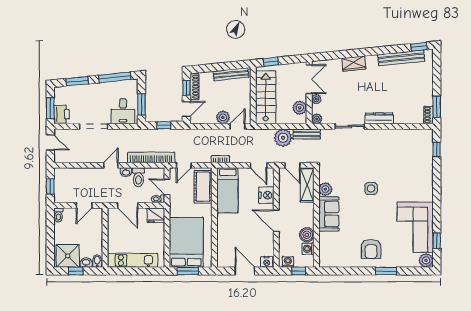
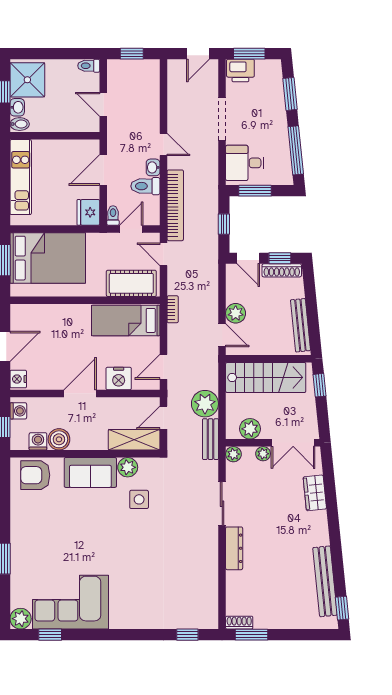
wardrobe: (354, 64) -> (315, 493), moved
side table: (371, 189) -> (139, 499), moved
armchair: (371, 249) -> (35, 475), moved

